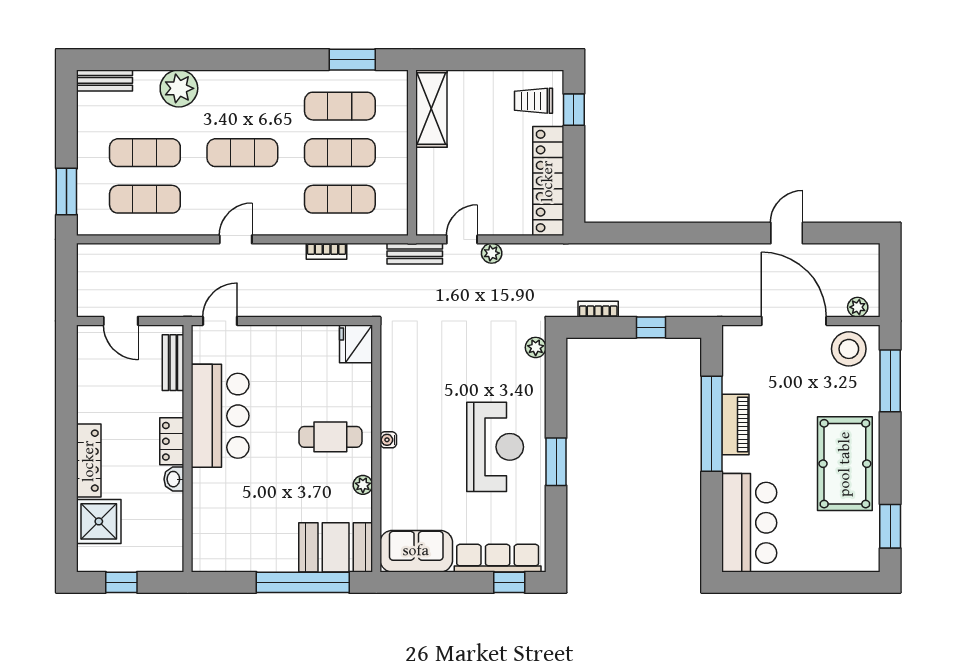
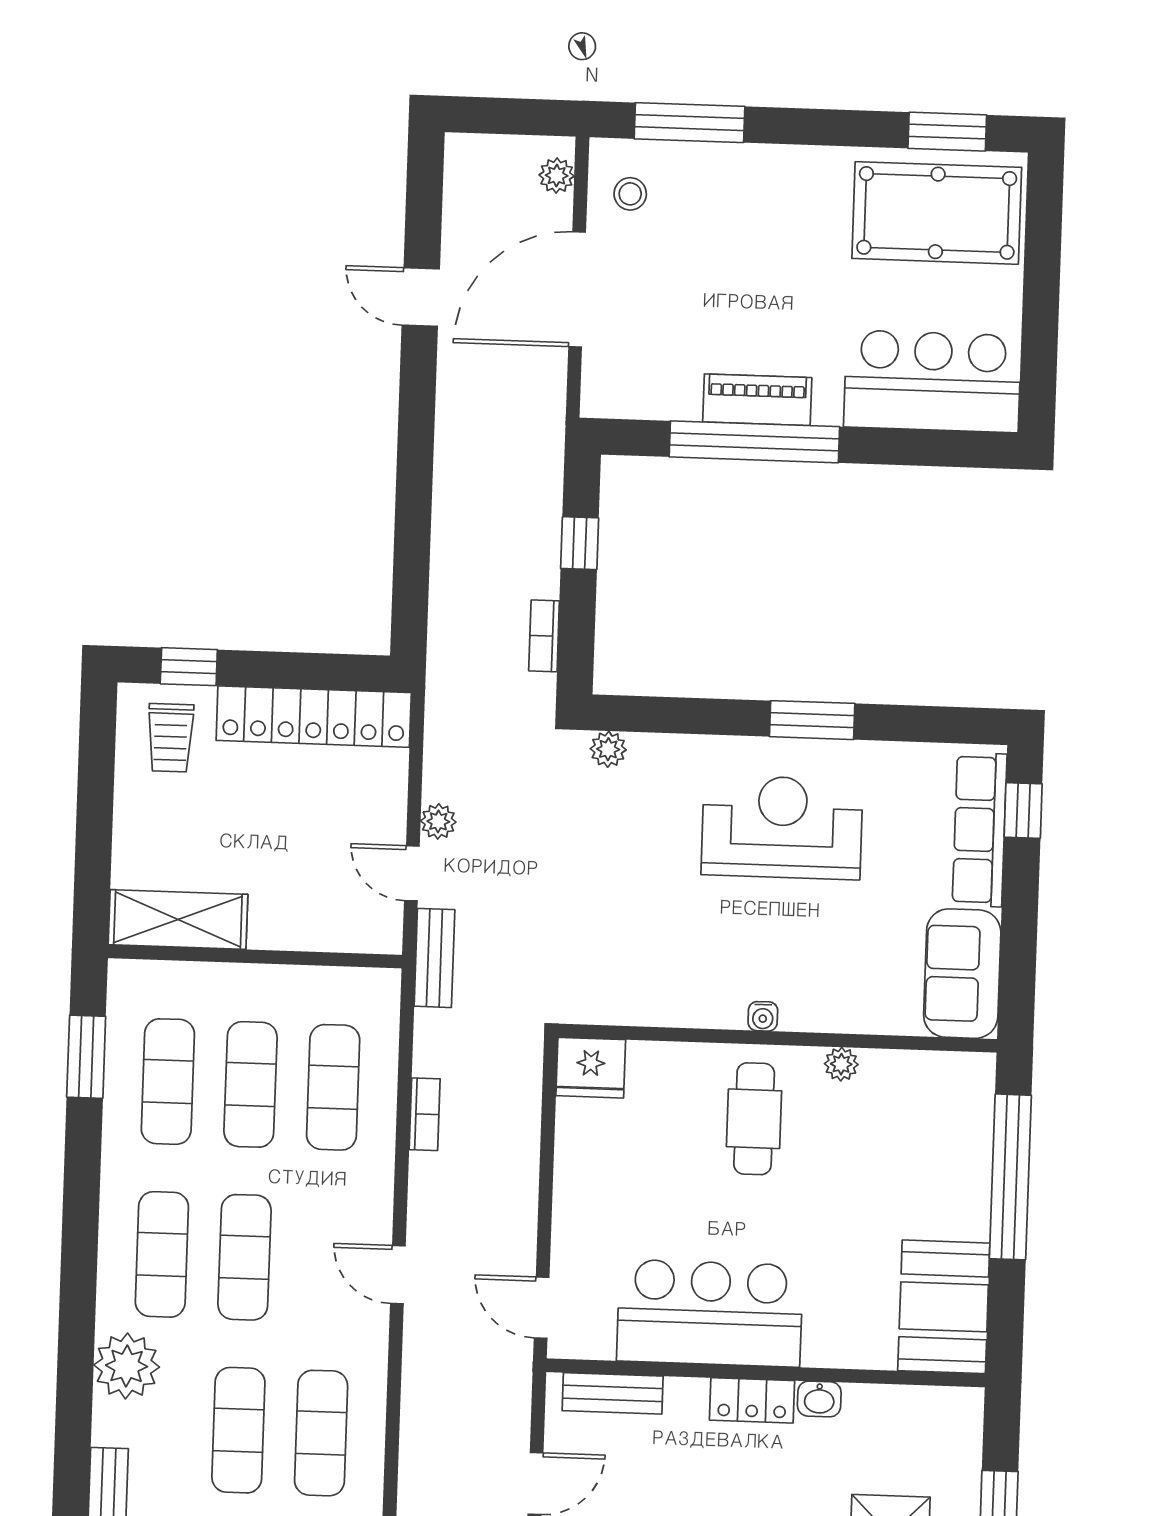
exercise mat: (242, 106) -> (162, 1254), added
stool: (849, 349) -> (630, 194), width x0.53, depth x0.53
pool table: (845, 464) -> (937, 213), moved
booth: (336, 547) -> (944, 1307), moved

